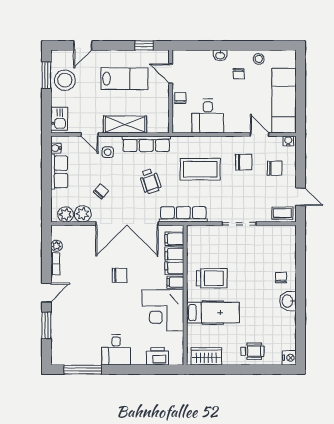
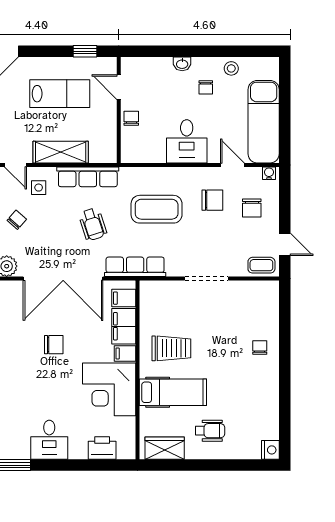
desk: (208, 116) -> (187, 141), moved
chair: (275, 168) -> (252, 208), turned 90
chair: (101, 191) -> (17, 220), moved
washbasin: (288, 301) -> (269, 378), removed
wheelchair: (252, 351) -> (210, 431), moved

